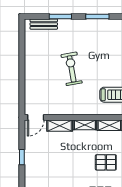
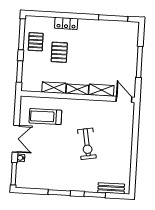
door: (36, 117) -> (124, 99), hinge flipped
window: (22, 157) -> (139, 62), width x2.17
pallet: (106, 162) -> (59, 52), turned 90

